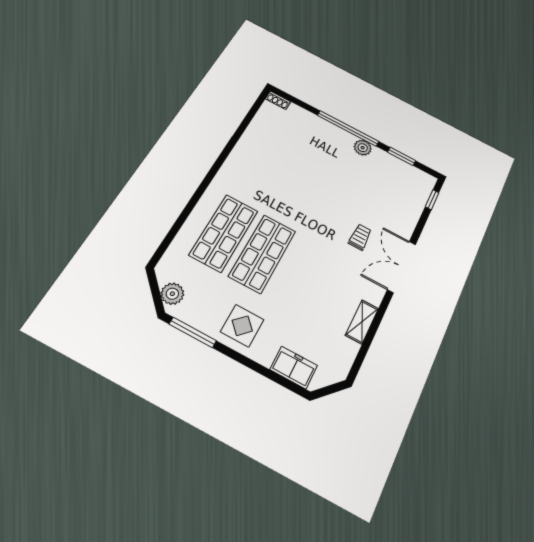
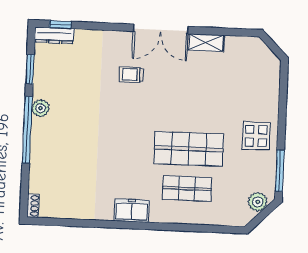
dresser: (424, 190) -> (54, 35), added
shop shelf: (224, 233) -> (187, 189), width x0.70, depth x0.74
double door: (402, 267) -> (161, 29), moved
freezer: (294, 368) -> (132, 211), moved, turned 90

